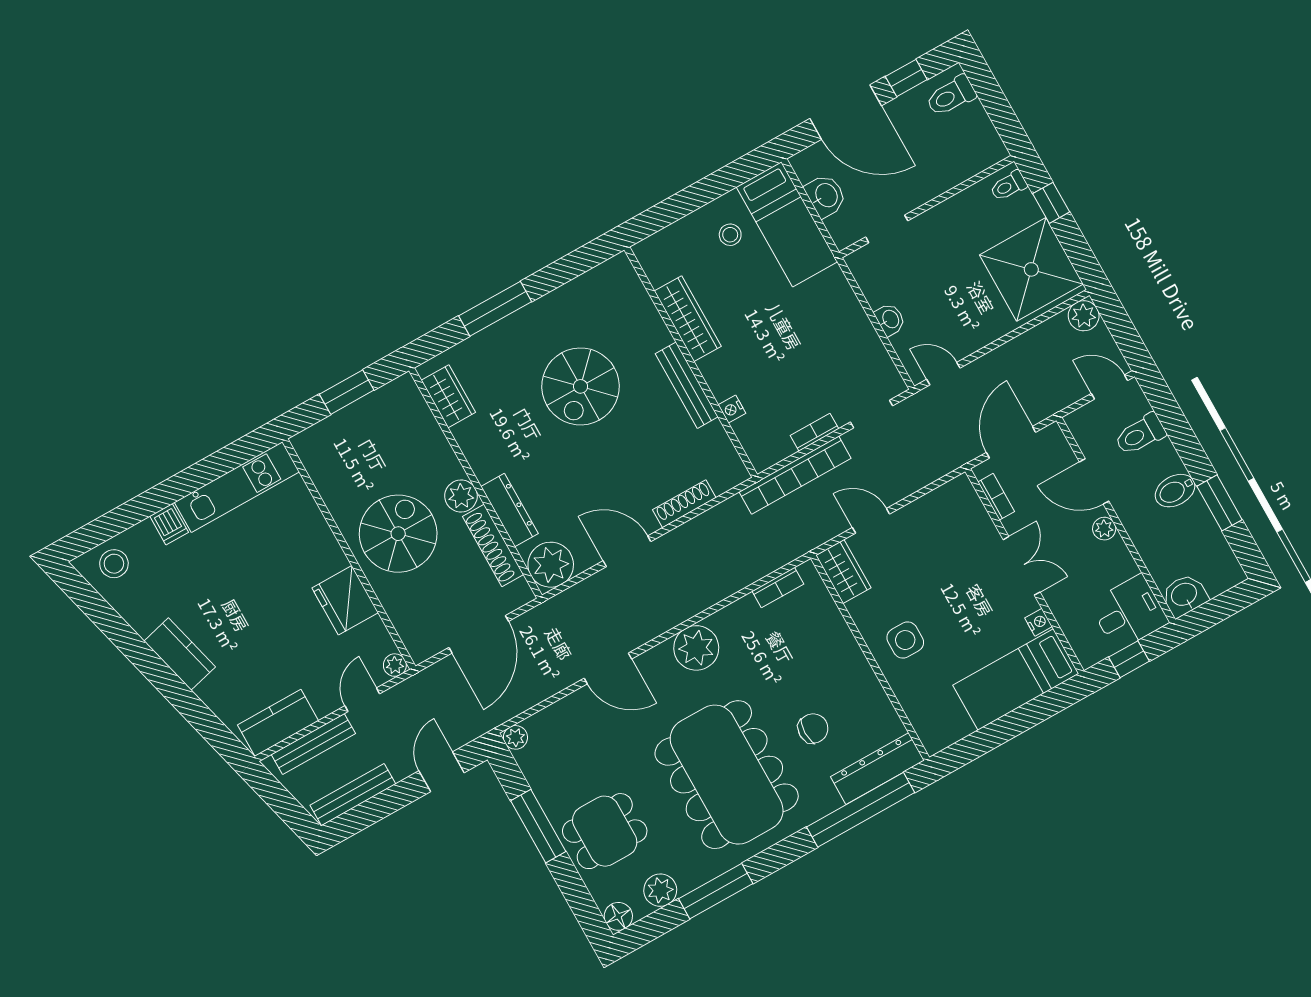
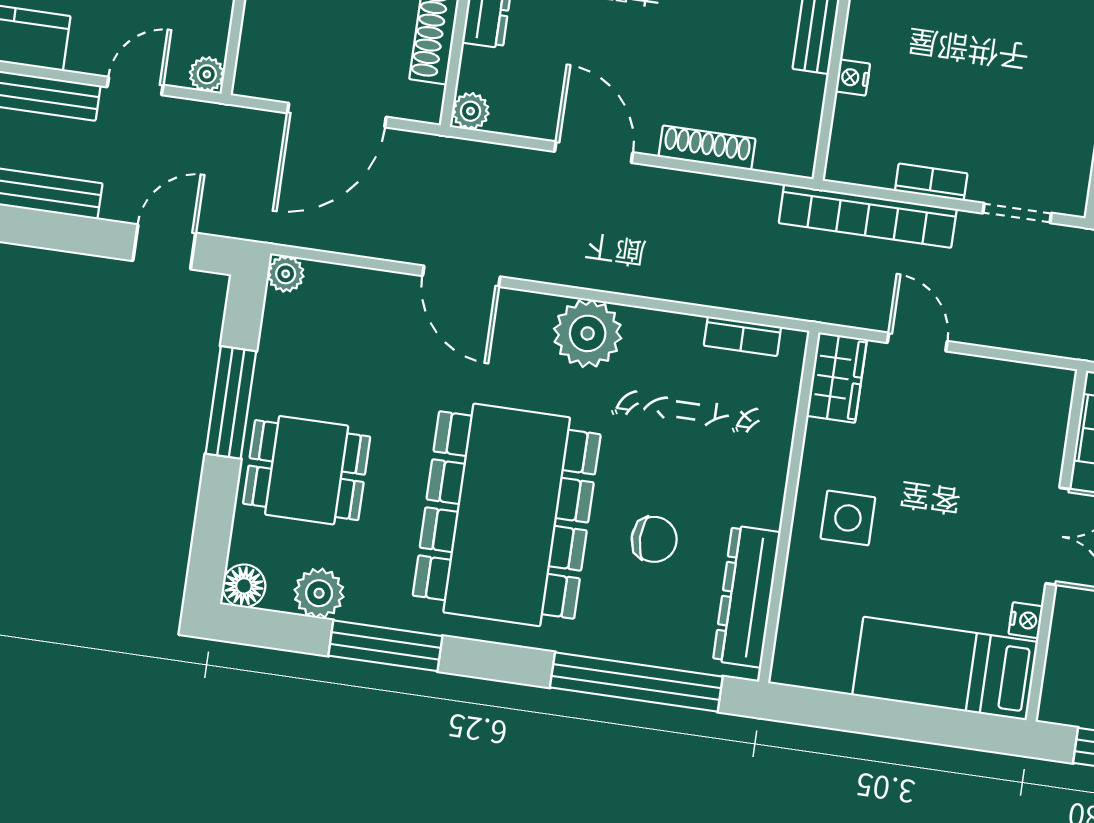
plant: (551, 565) -> (470, 111), width x0.53, depth x0.53
dresser: (877, 769) -> (747, 597), moved, turned -90

